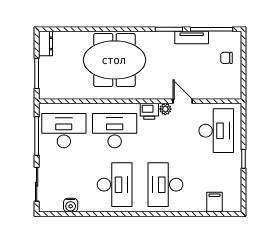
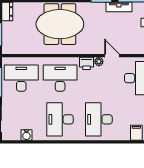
desk: (115, 185) -> (60, 119), turned 180

